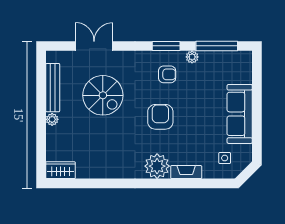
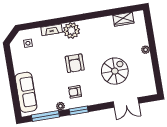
bench: (53, 88) -> (149, 71), removed
spiral stairs: (103, 95) -> (115, 71), turned 90
sofa: (240, 114) -> (26, 92), moved
wardrobe: (61, 170) -> (123, 19), moved

